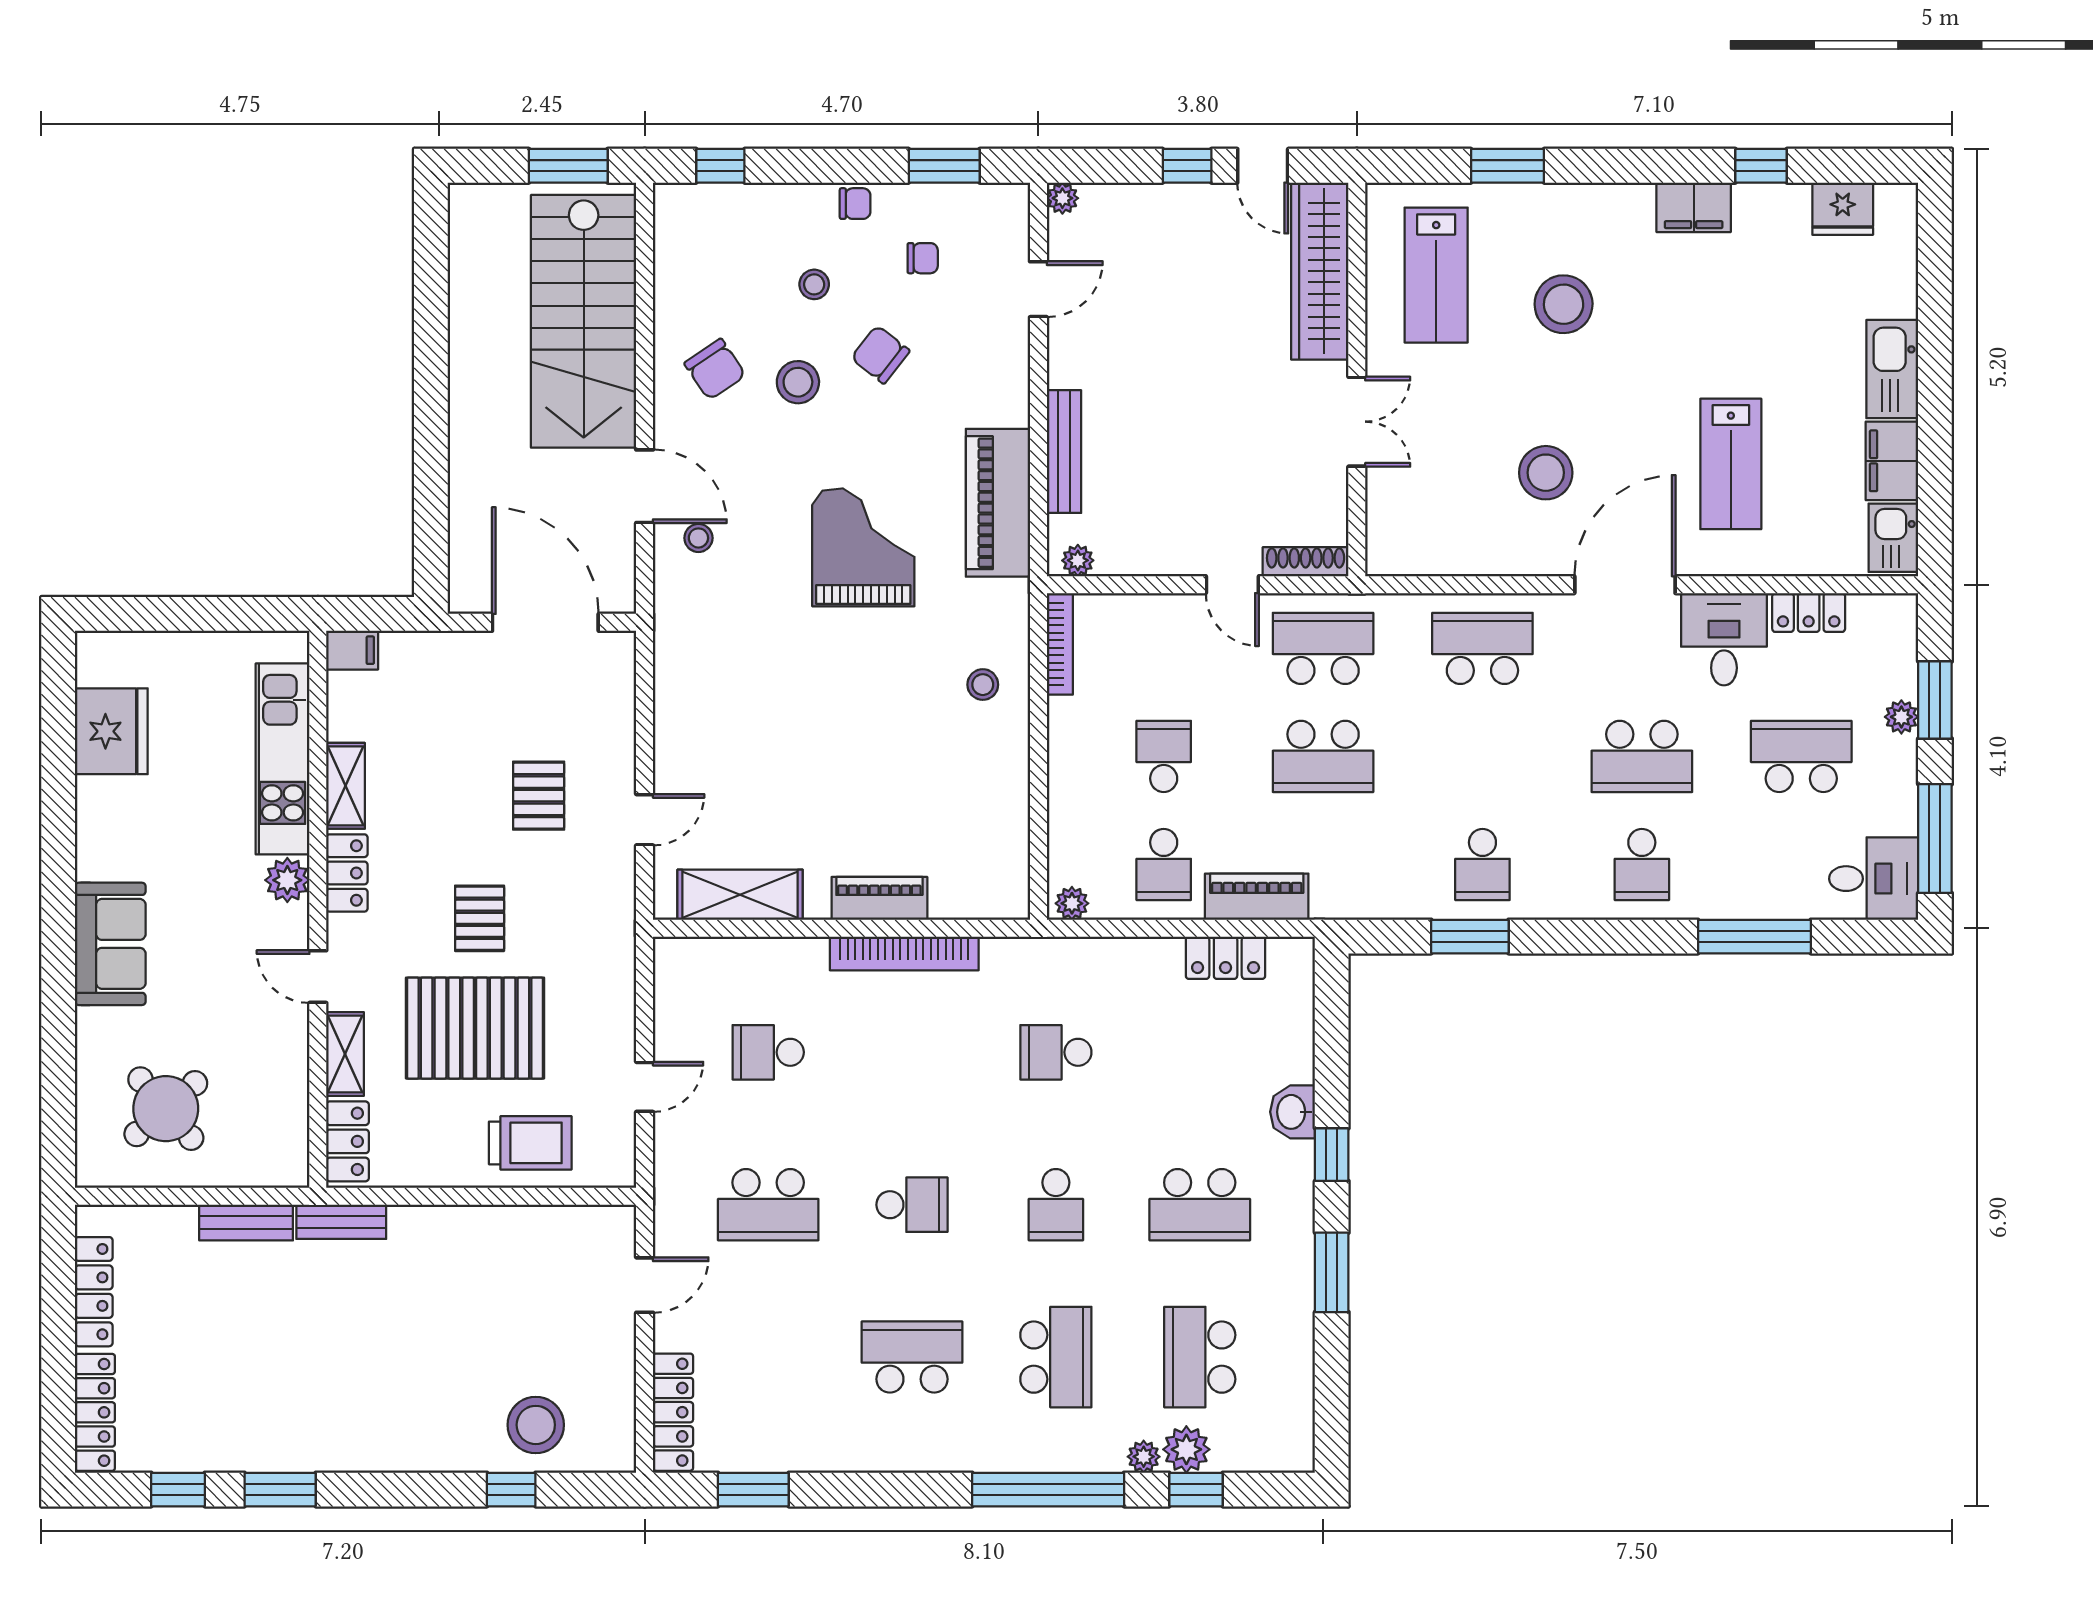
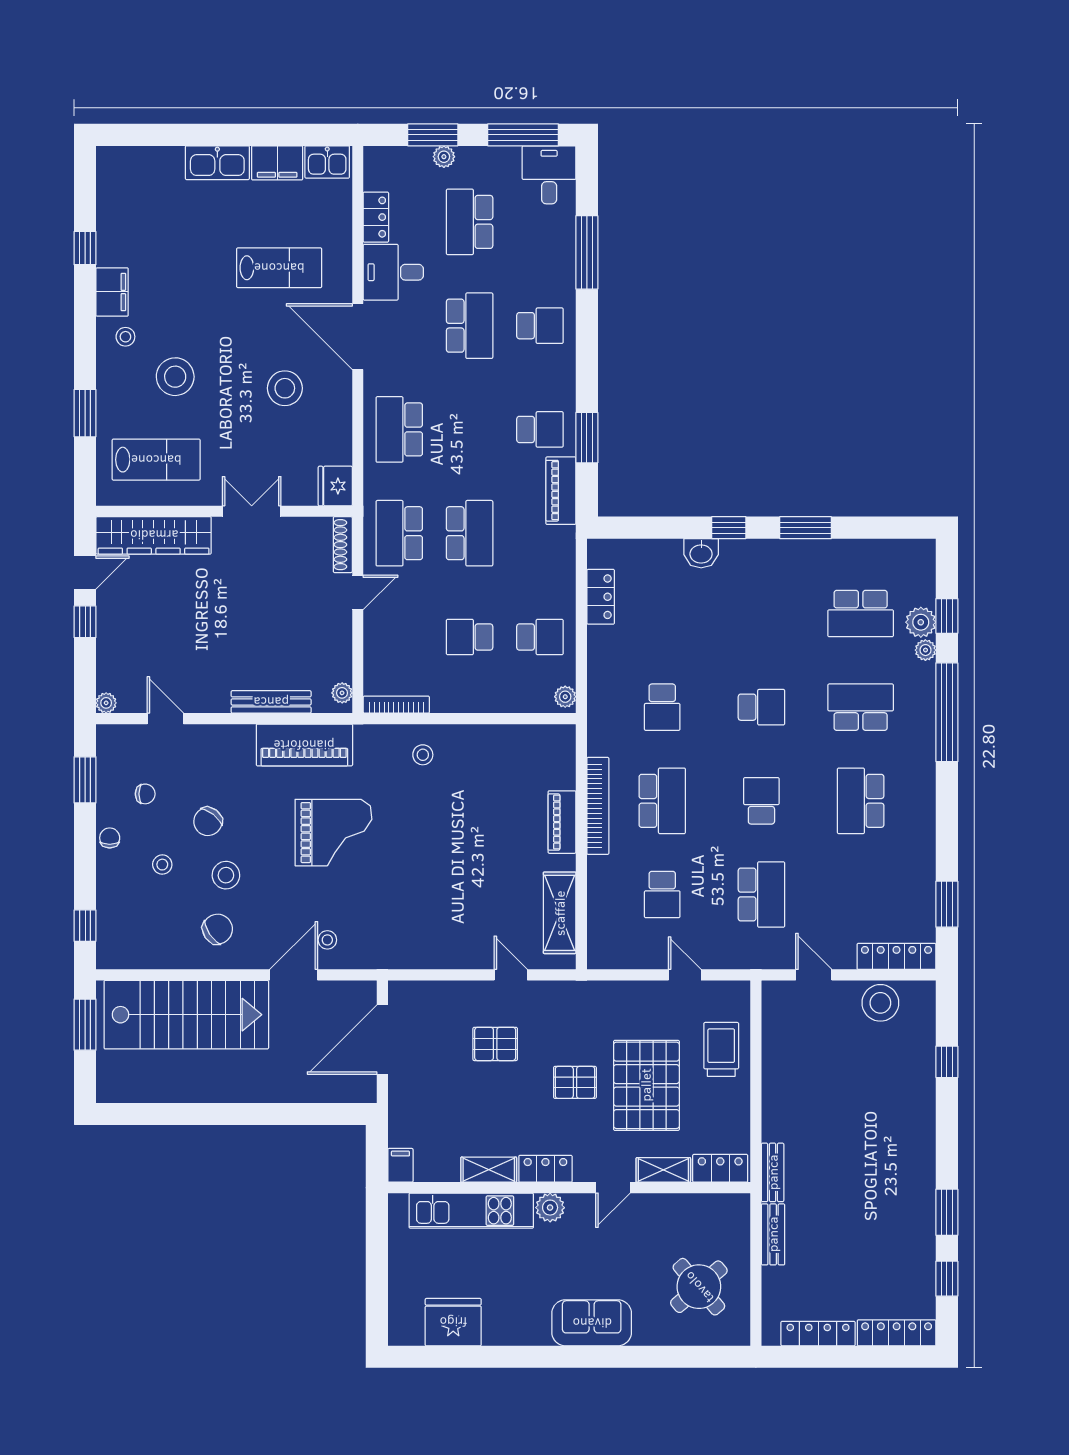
fridge: (1843, 209) -> (335, 486), moved, turned 180
stool: (1625, 228) -> (125, 337), added
chair: (923, 258) -> (145, 794), turned 90
grand piano: (863, 547) -> (333, 833), turned 180
piano: (1257, 897) -> (561, 491), moved
school desk: (1200, 1205) -> (662, 801), moved
stool: (536, 1425) -> (880, 1003), moved

